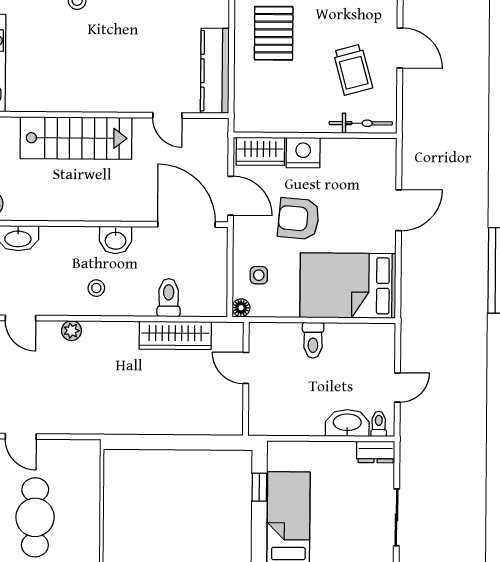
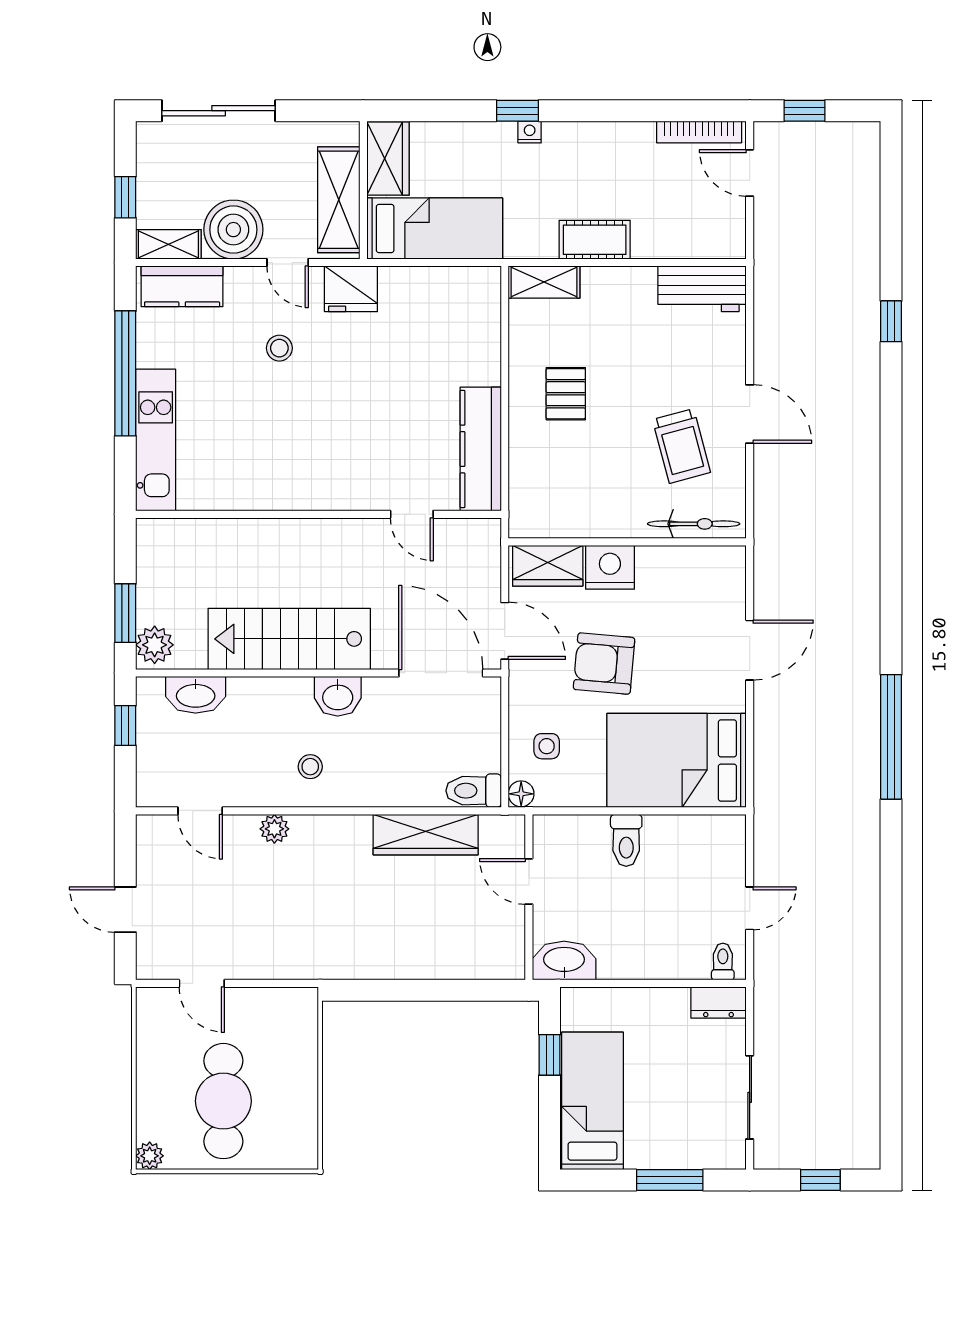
pallet: (274, 33) -> (566, 394), width x0.67, depth x0.71
stairs: (76, 138) -> (289, 639), moved, turned 180
toilet: (169, 298) -> (474, 791), moved, turned -90
washbasin: (347, 423) -> (564, 961), moved

